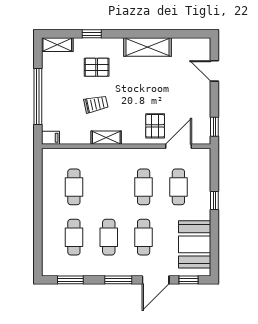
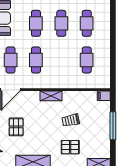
window: (38, 97) -> (113, 126), width x0.68
pallet: (155, 126) -> (16, 127), moved
shelving: (106, 138) -> (51, 96), moved

